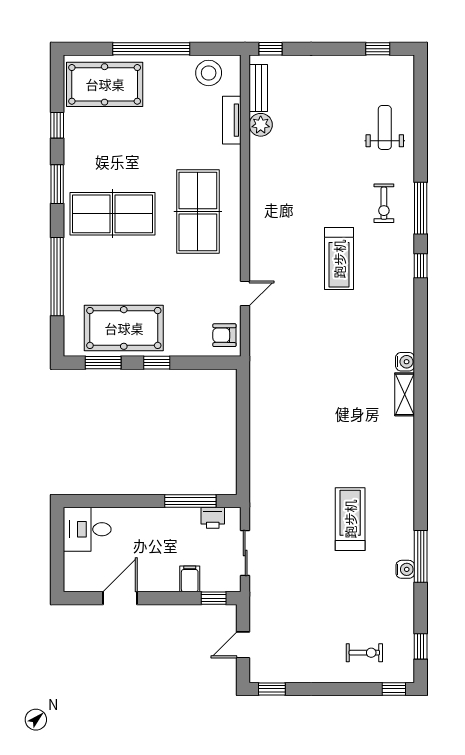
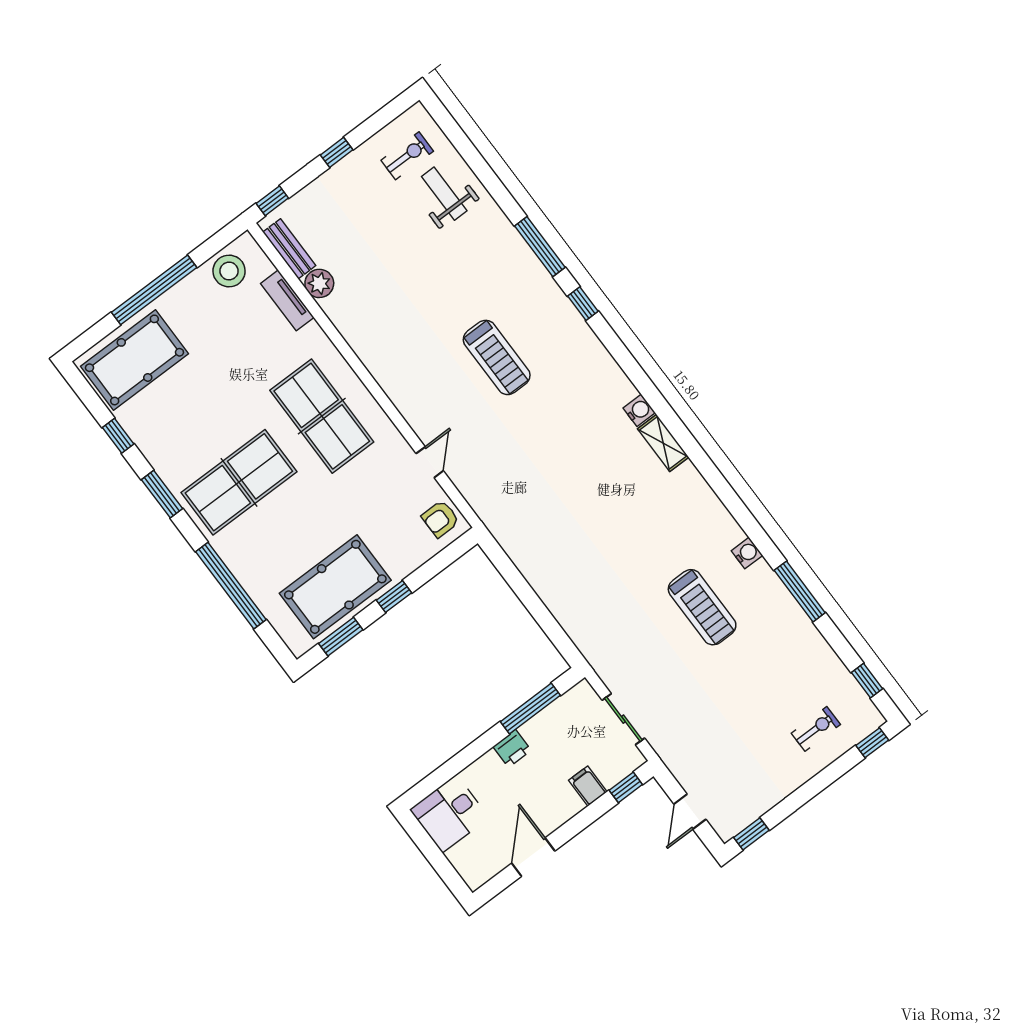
window: (378, 49) -> (337, 152), moved
exercise bike: (384, 203) -> (407, 156), moved, turned -90
printer: (213, 518) -> (512, 748), moved
treadmill: (350, 519) -> (702, 607), turned 180
water cooler: (405, 569) -> (747, 553), moved

